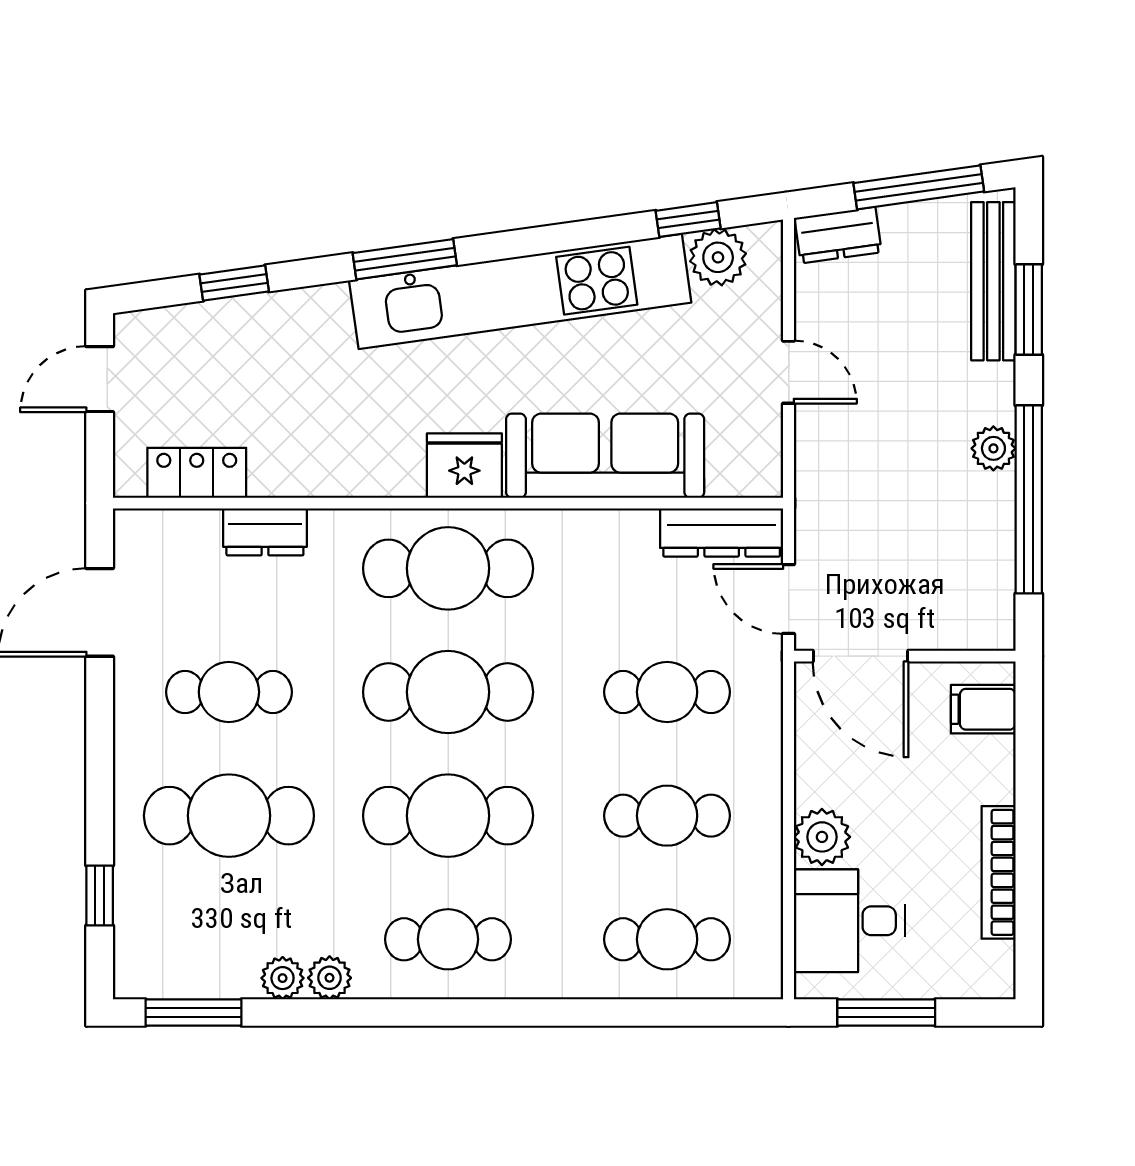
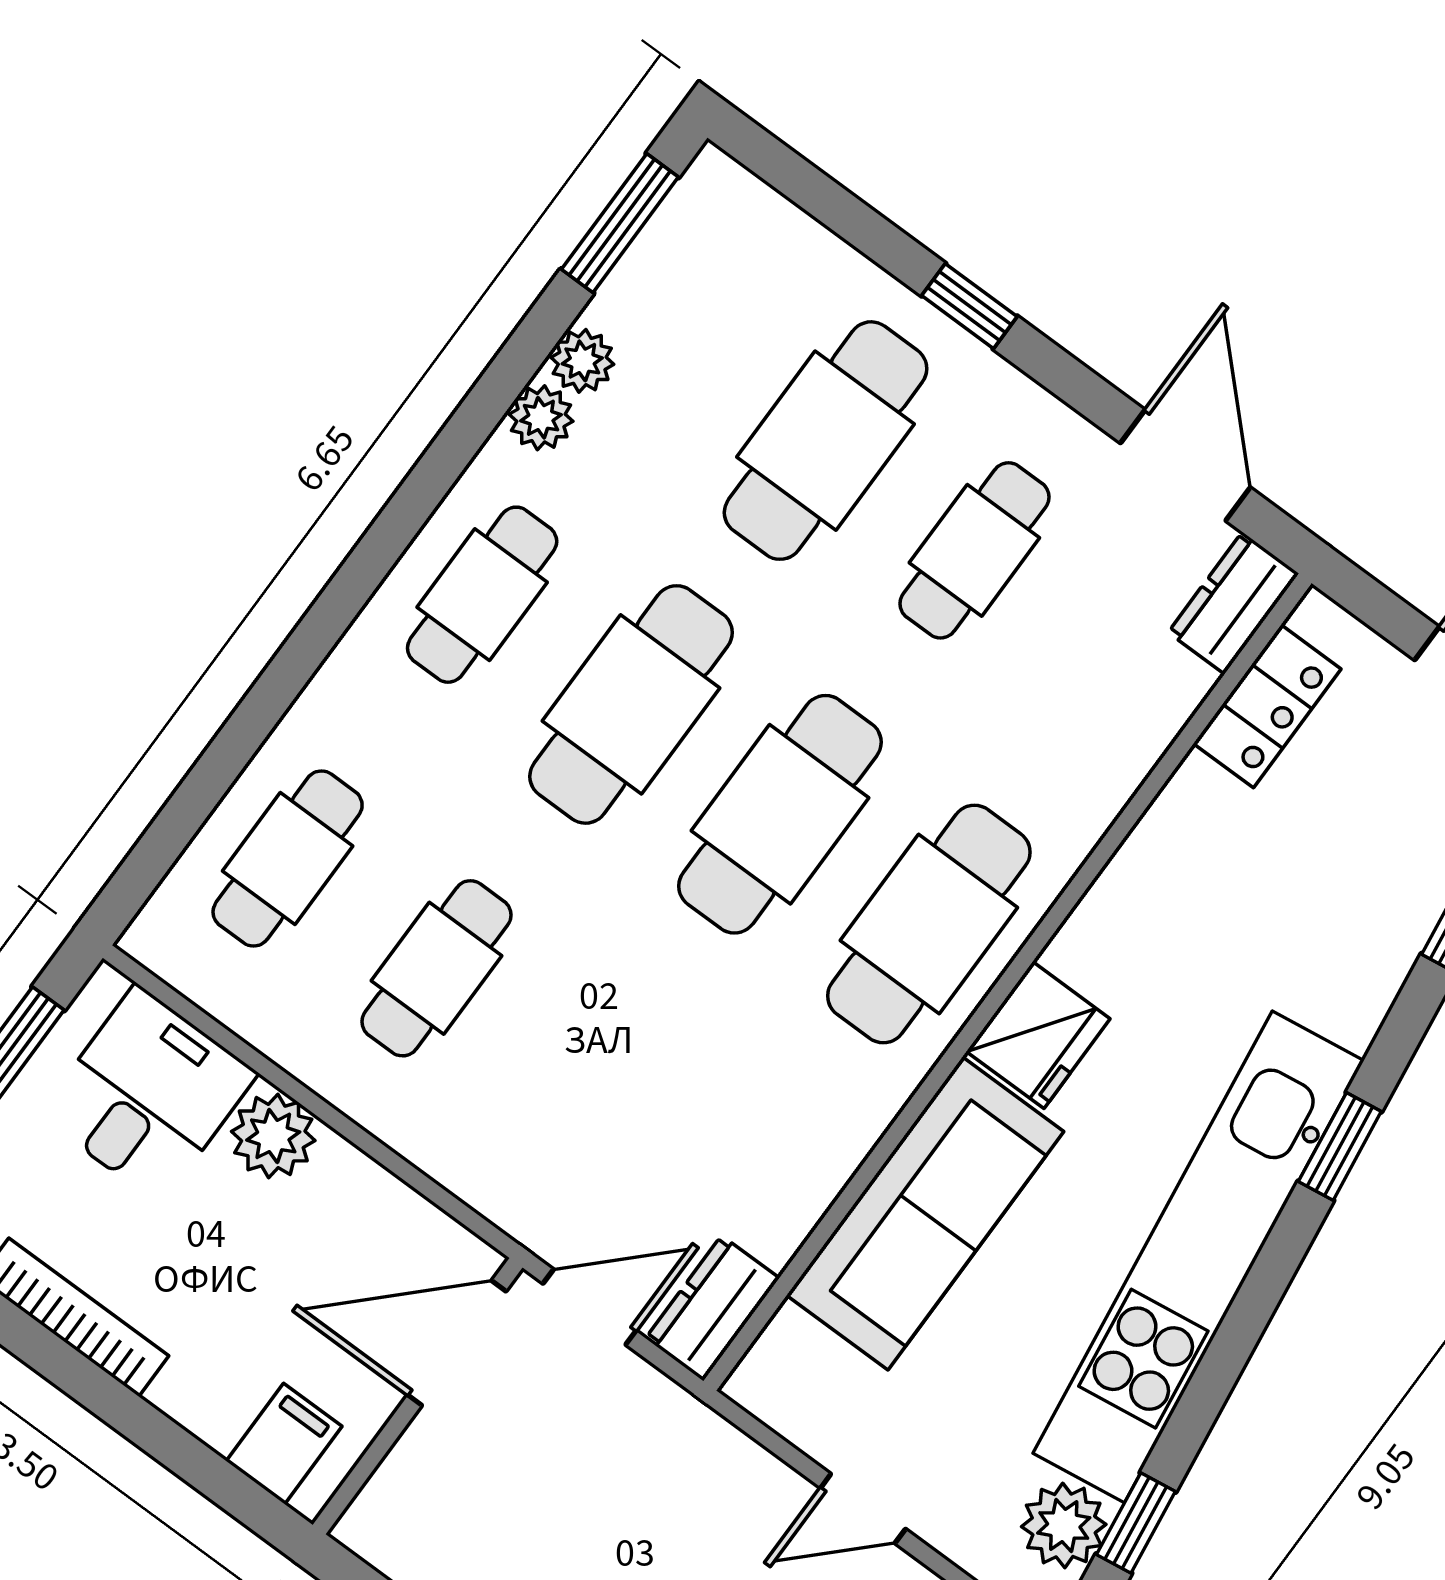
window: (405, 259) -> (1340, 1147), width x0.67
dresser: (265, 532) -> (1233, 603), moved
dresser: (722, 532) -> (713, 1308), width x0.70
cafe table: (667, 692) -> (585, 1078), removed
window: (100, 896) -> (969, 306), moved

